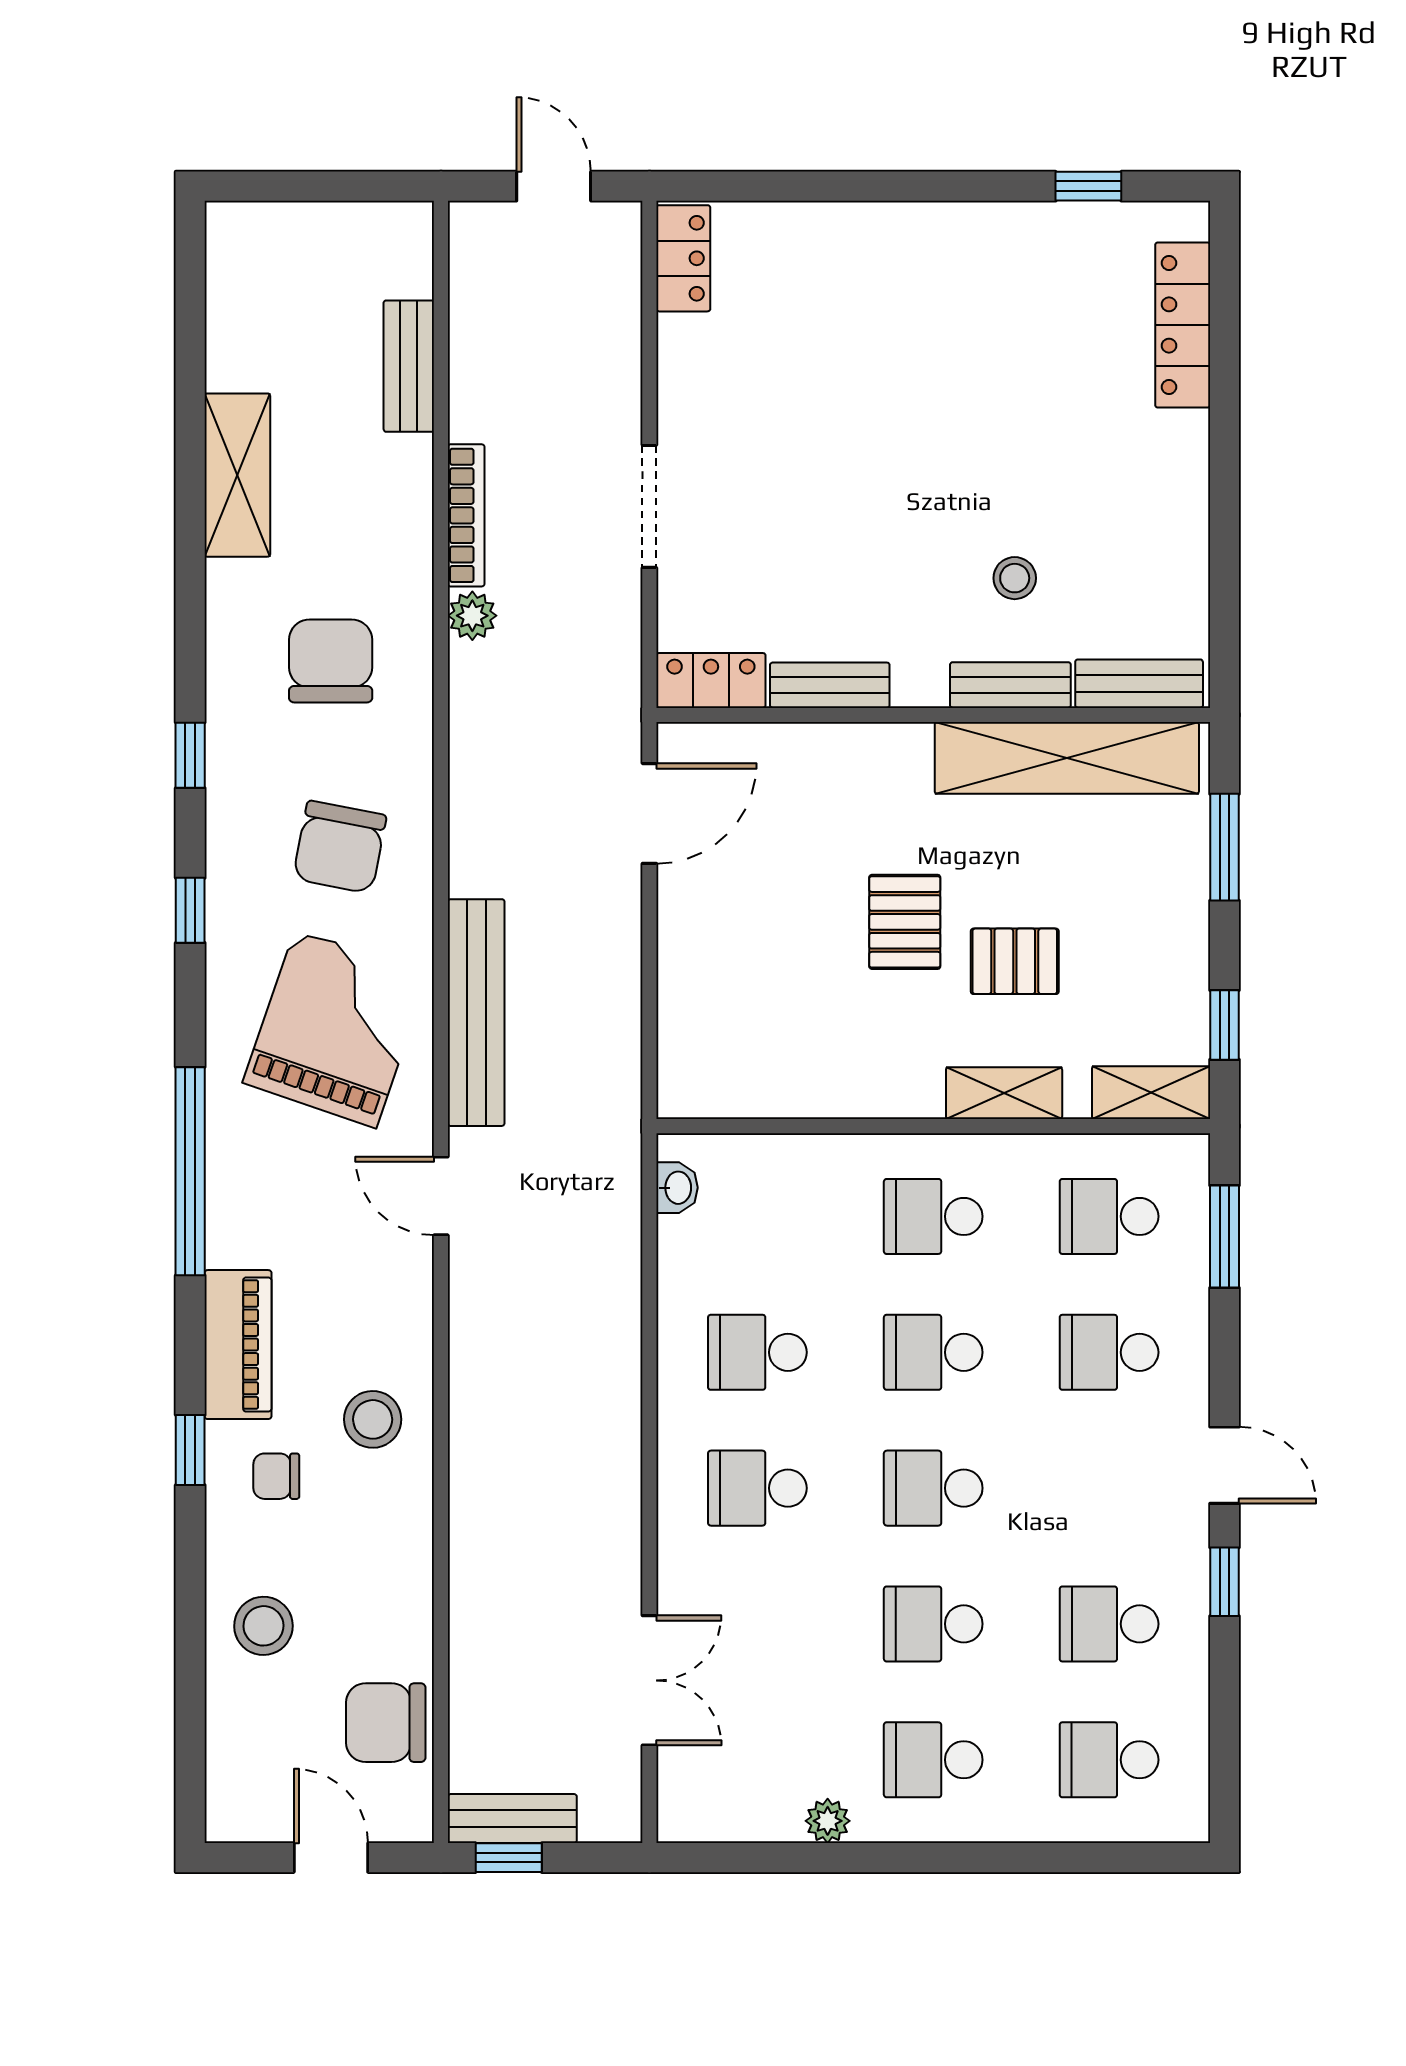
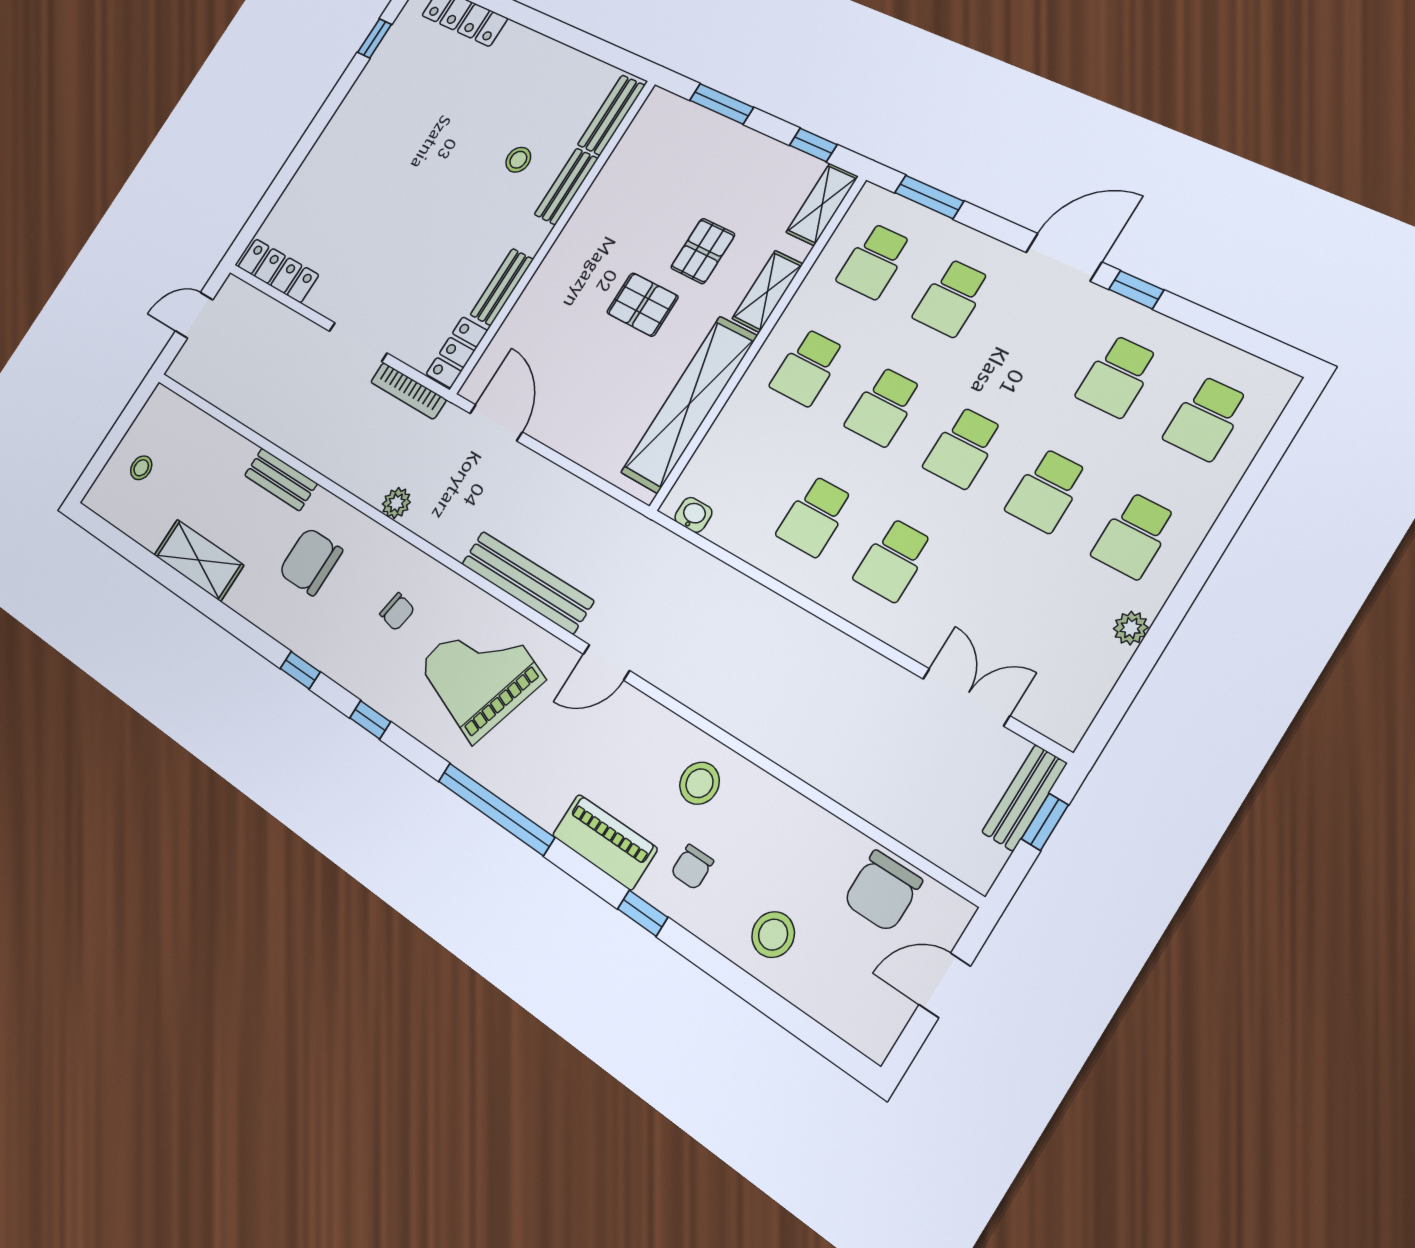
locker: (683, 258) -> (278, 271), width x1.53
stool: (305, 271) -> (141, 468), added
bench: (409, 366) -> (281, 479), moved
bookcase: (466, 515) -> (408, 391), moved, turned 180
plant: (472, 616) -> (396, 503), moved
shelving: (1067, 758) -> (689, 404), moved
chair: (340, 847) -> (397, 612), width x0.54, depth x0.54
door: (1225, 1465) -> (1064, 257), width x1.38
bench: (512, 1819) -> (1024, 798), moved
window: (509, 1858) -> (1045, 822), moved

